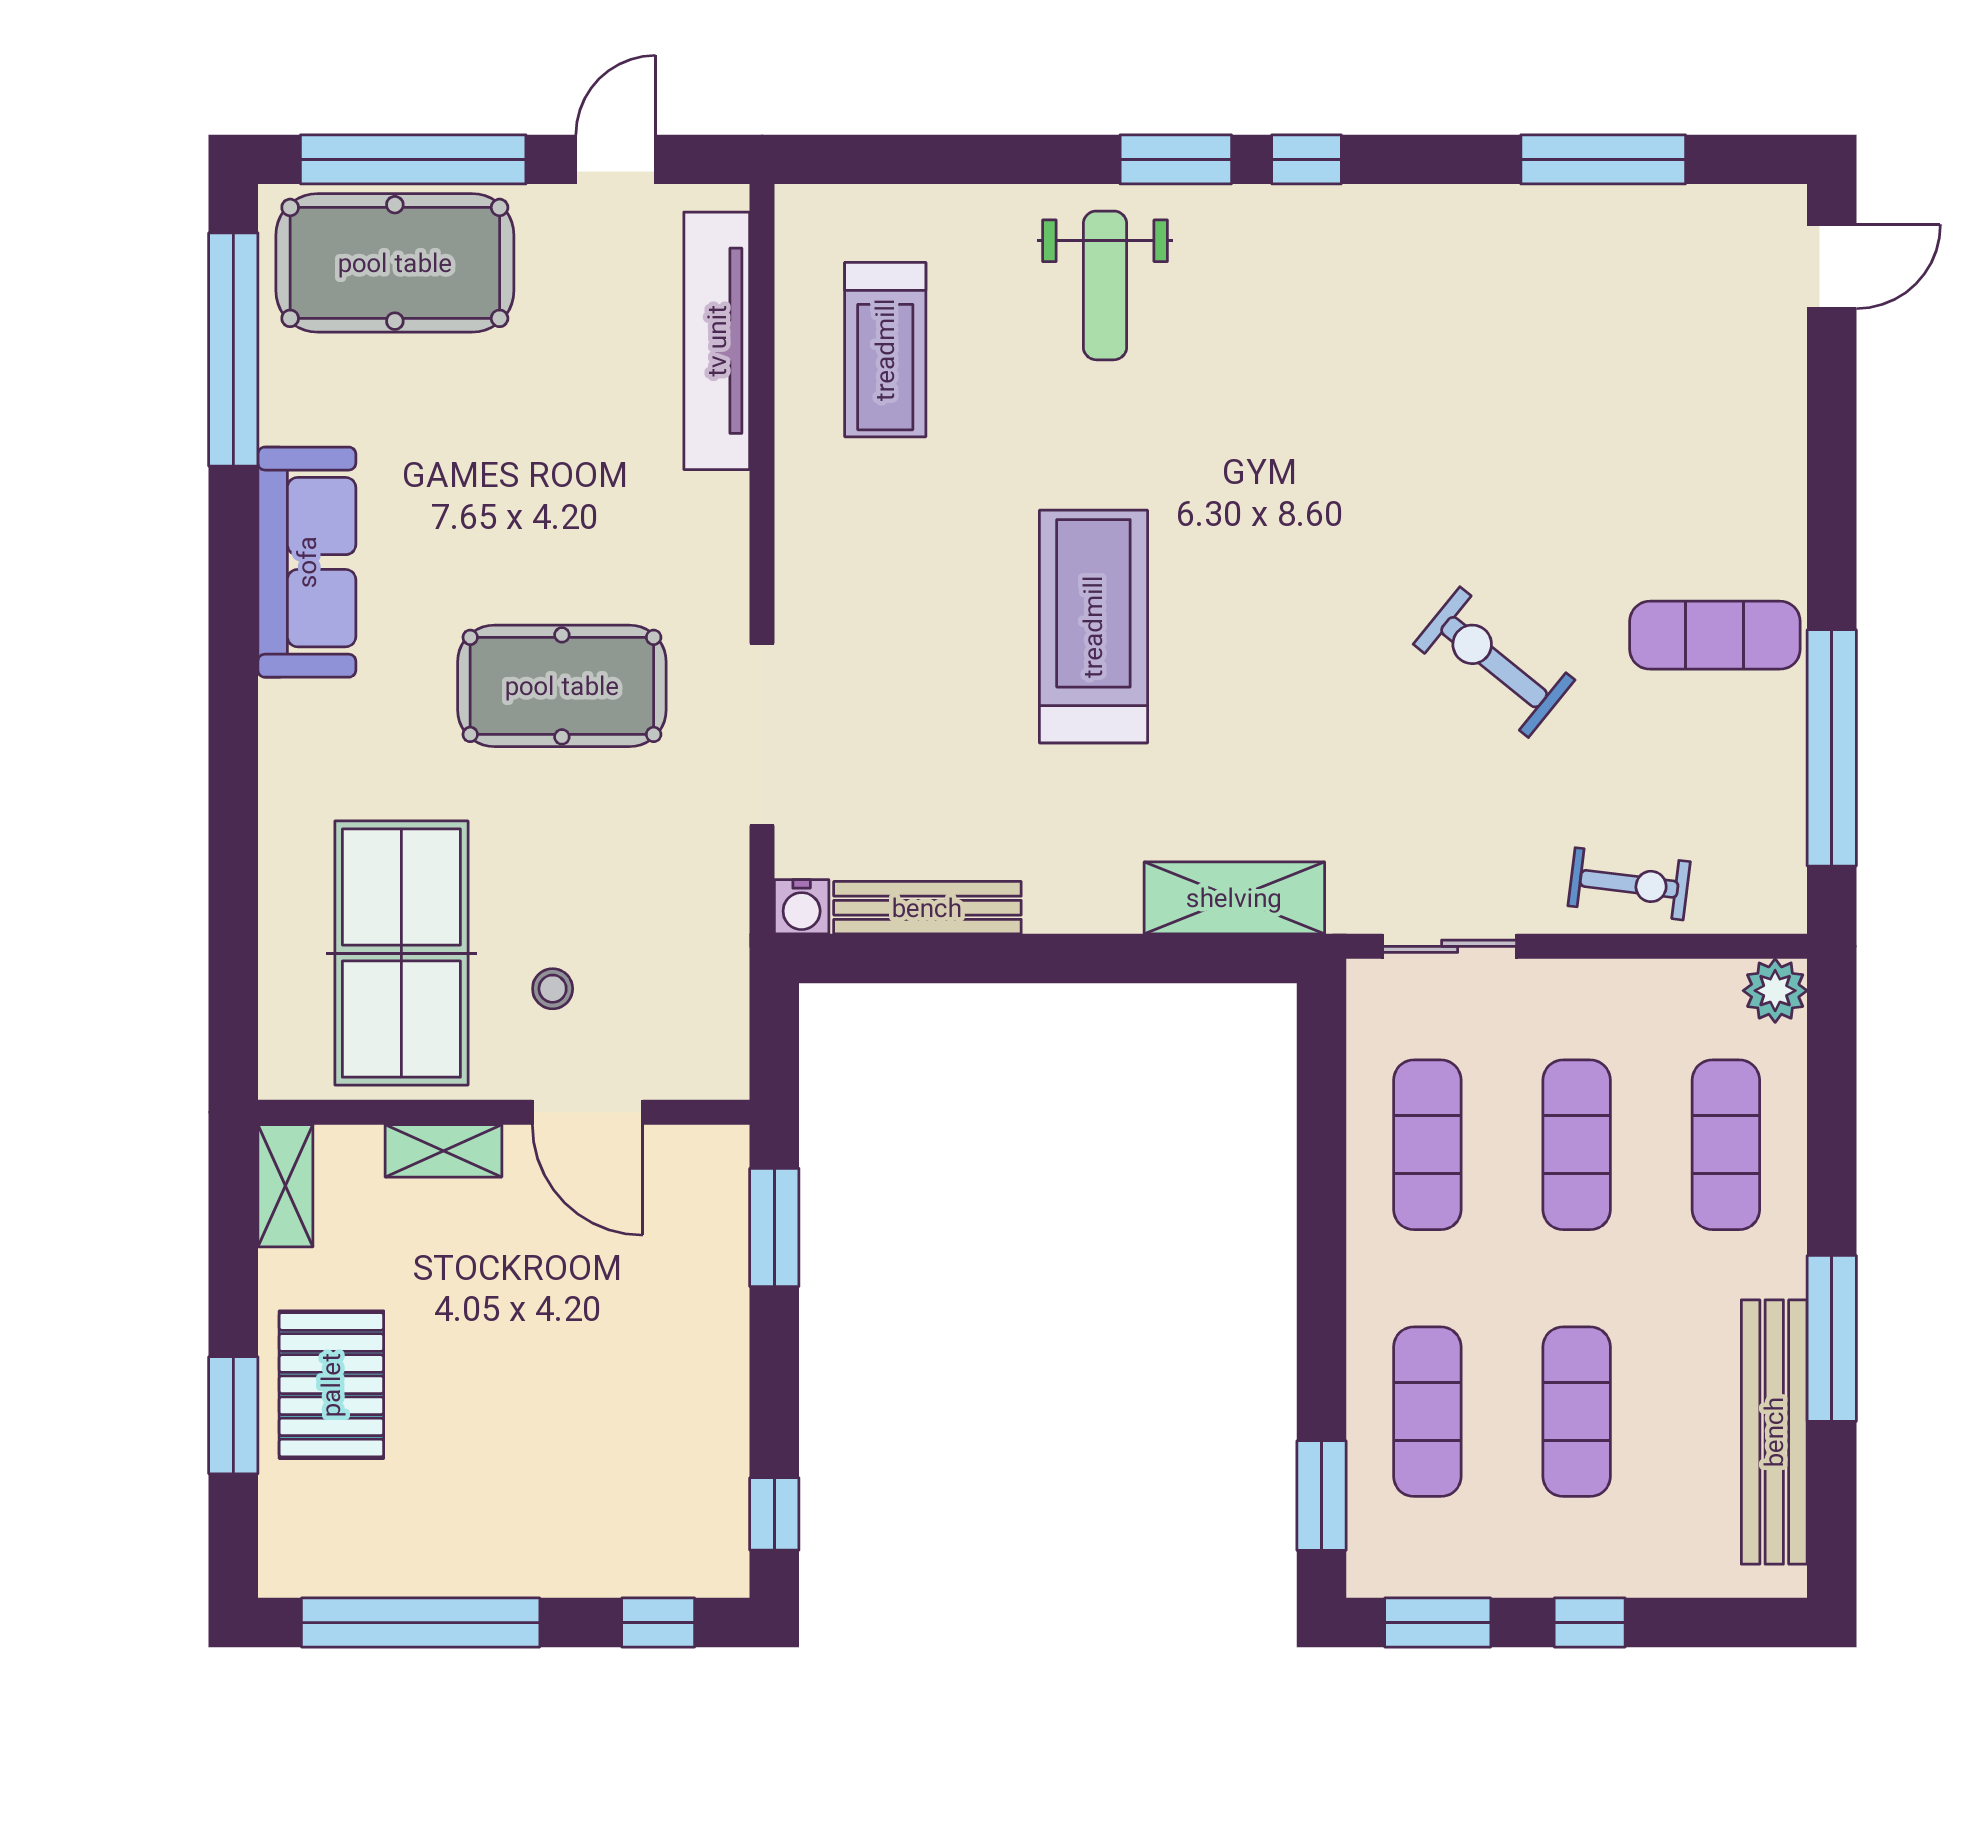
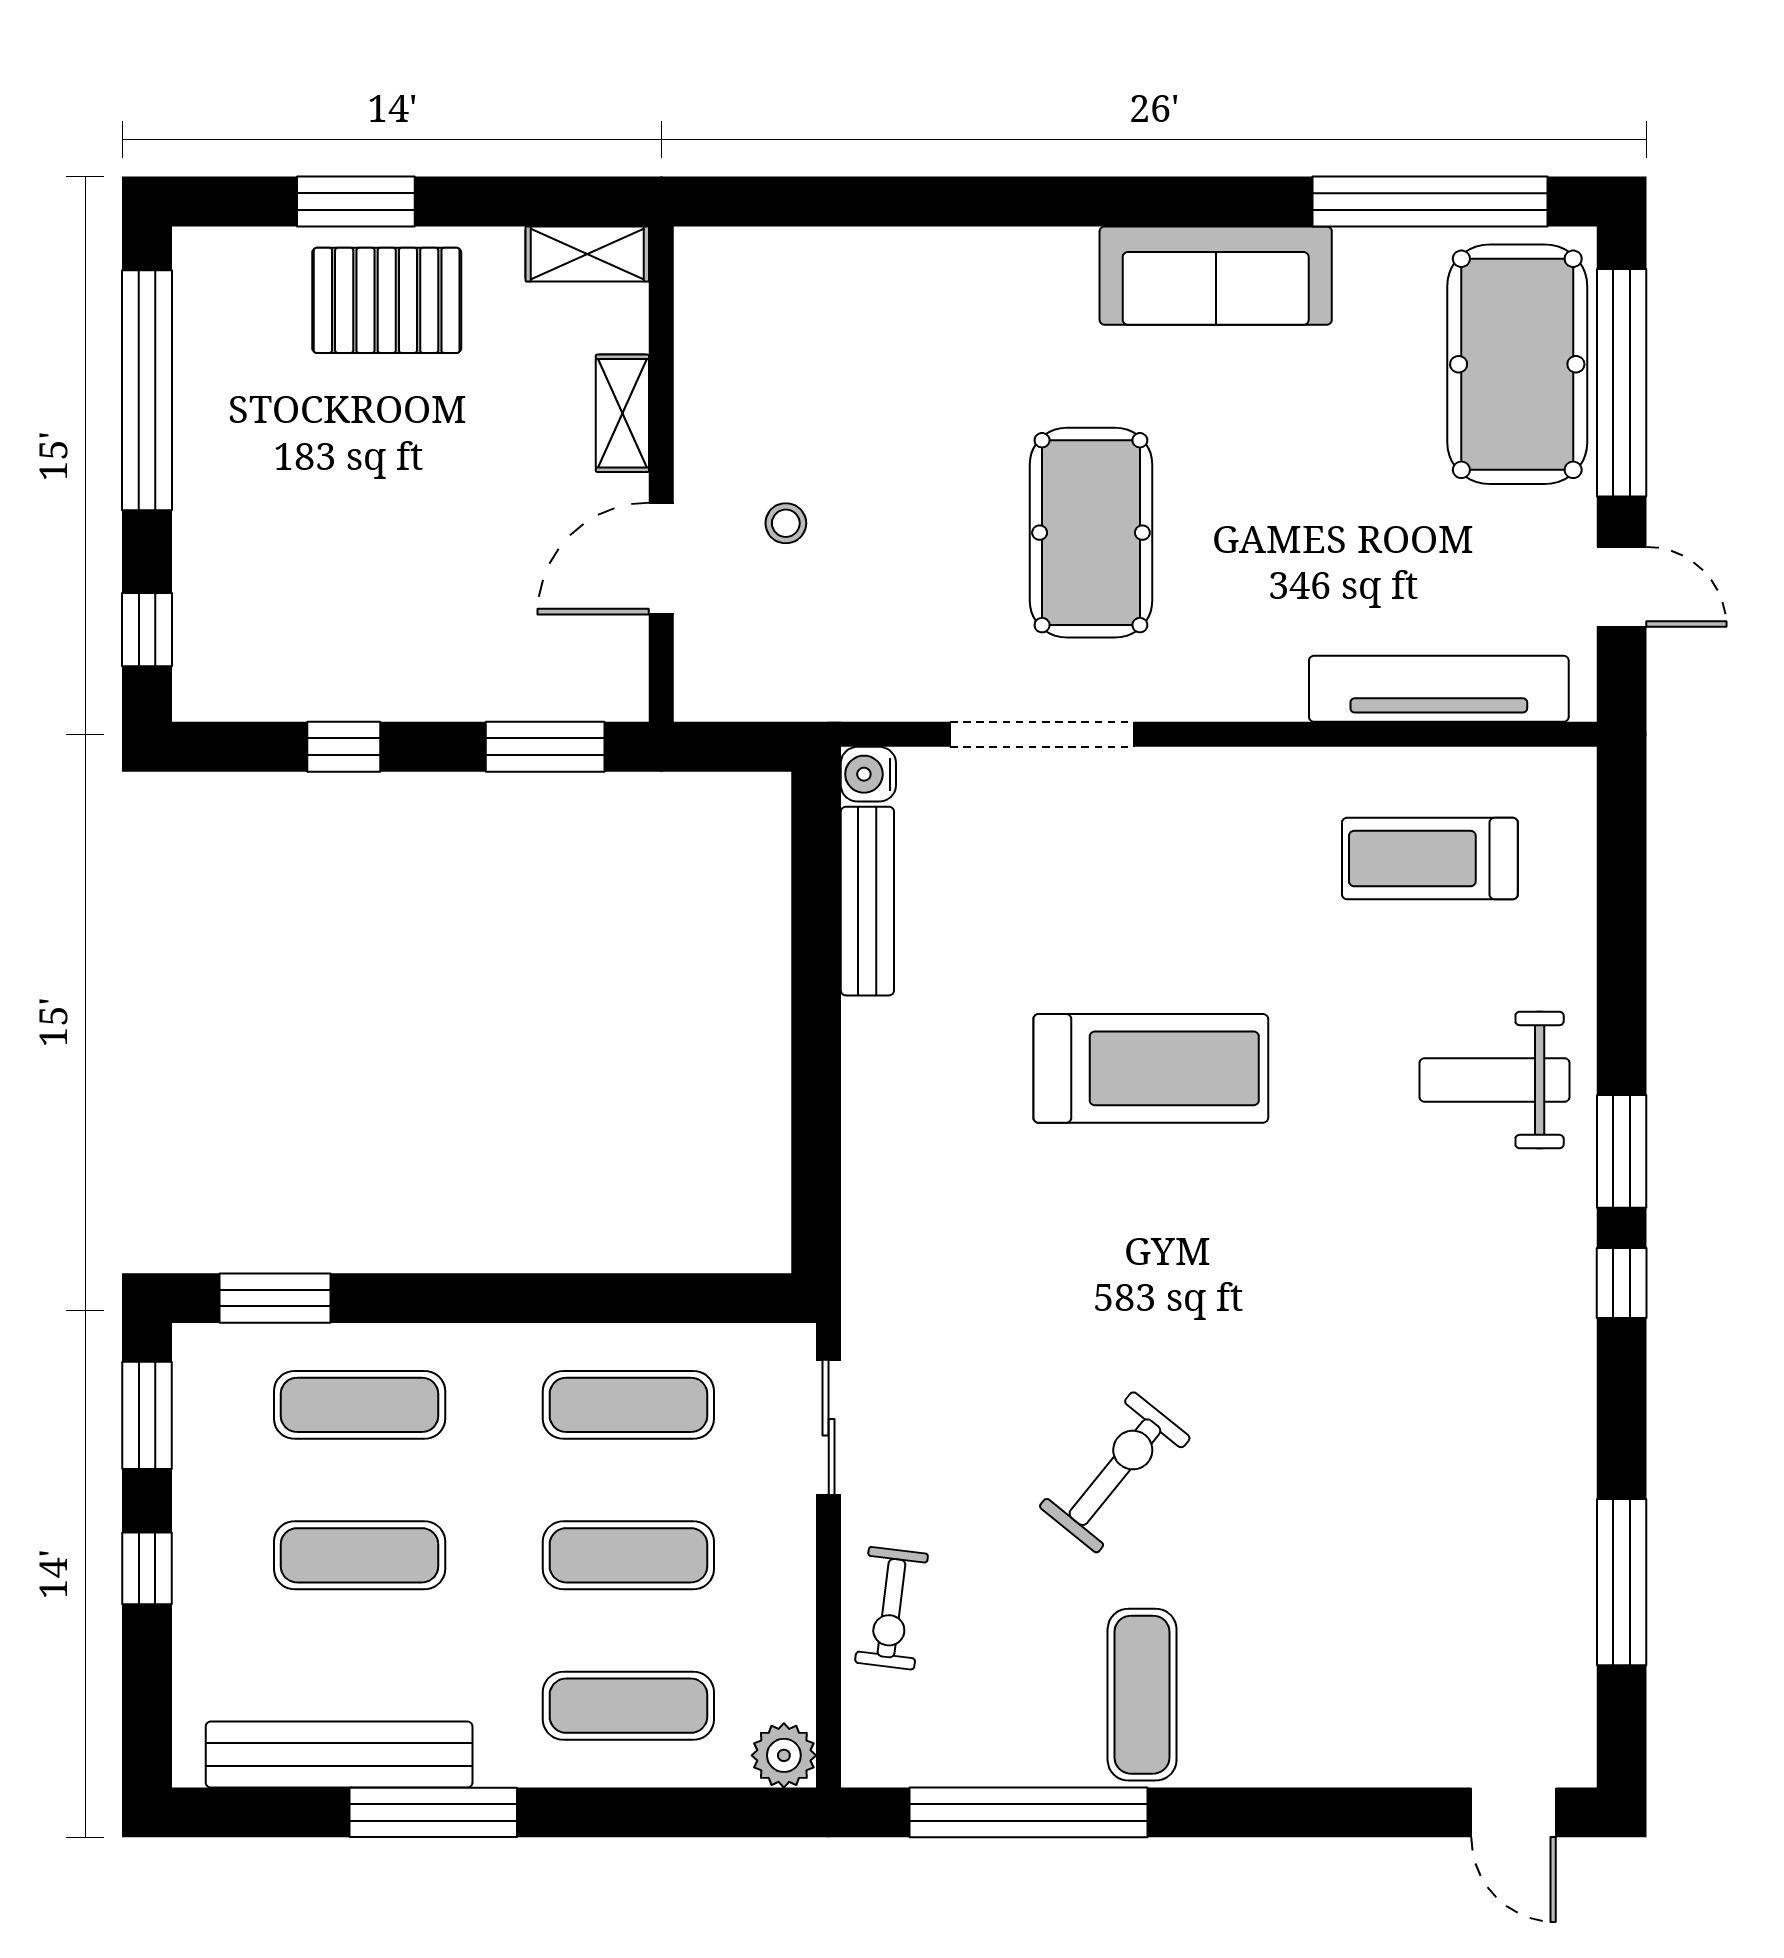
shelving: (1234, 898) -> (877, 1210), removed
table tennis table: (401, 953) -> (822, 371), removed
window: (774, 1514) -> (344, 747), moved

